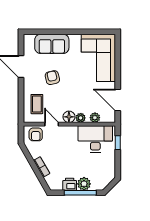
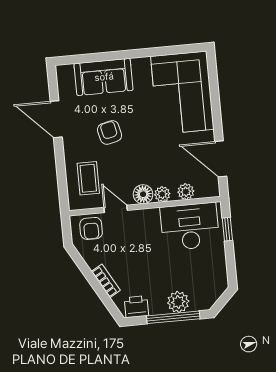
printer: (70, 184) -> (136, 307), moved

